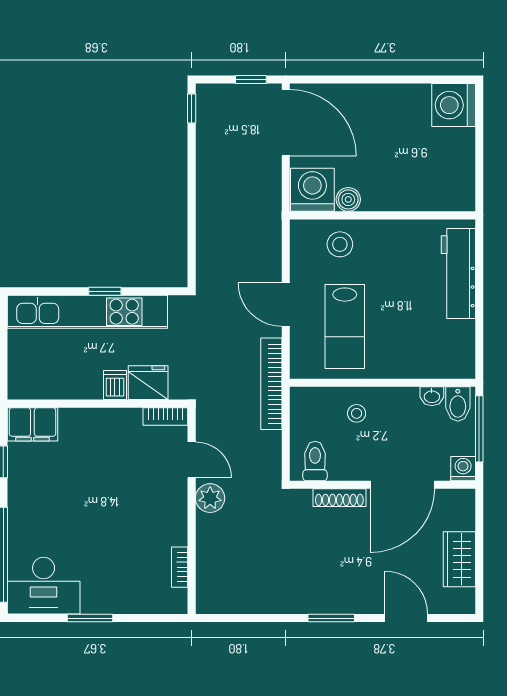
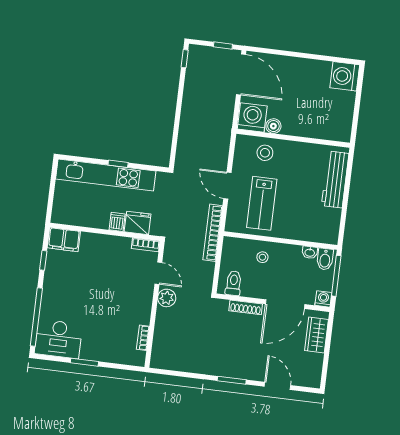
wardrobe: (459, 559) -> (317, 335), moved

